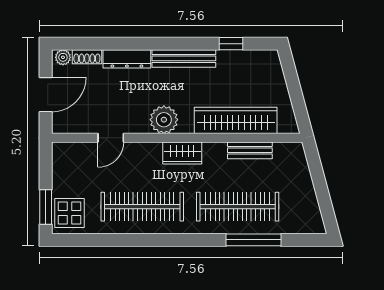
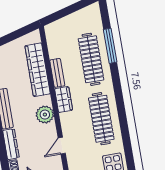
door: (111, 138) -> (62, 146), swing flipped
bench: (250, 150) -> (57, 73), moved

